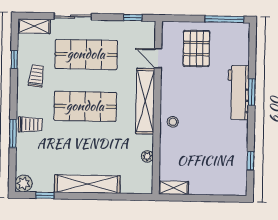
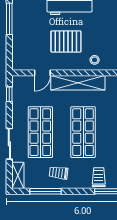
pallet: (196, 49) -> (66, 41), moved
window: (14, 59) -> (45, 191), width x2.17

